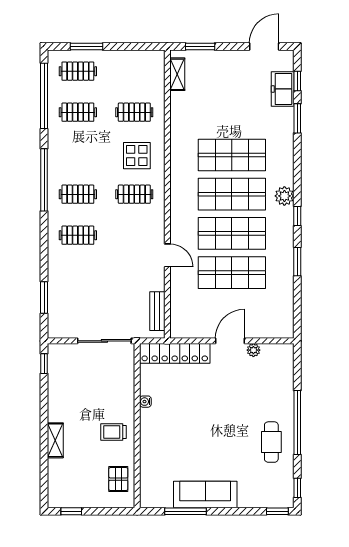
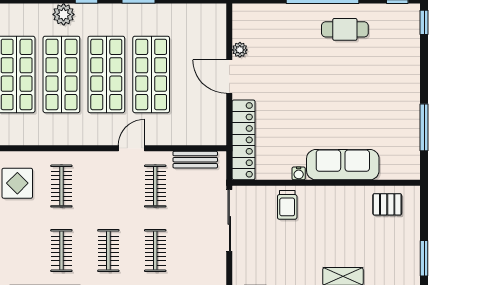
clothes rail: (78, 276) -> (155, 251), added
clothes rail: (134, 276) -> (155, 186), added
trolley: (113, 432) -> (287, 205), moved
sofa: (205, 494) -> (343, 165), moved, turned 90
window: (71, 511) -> (424, 258), width x1.50

